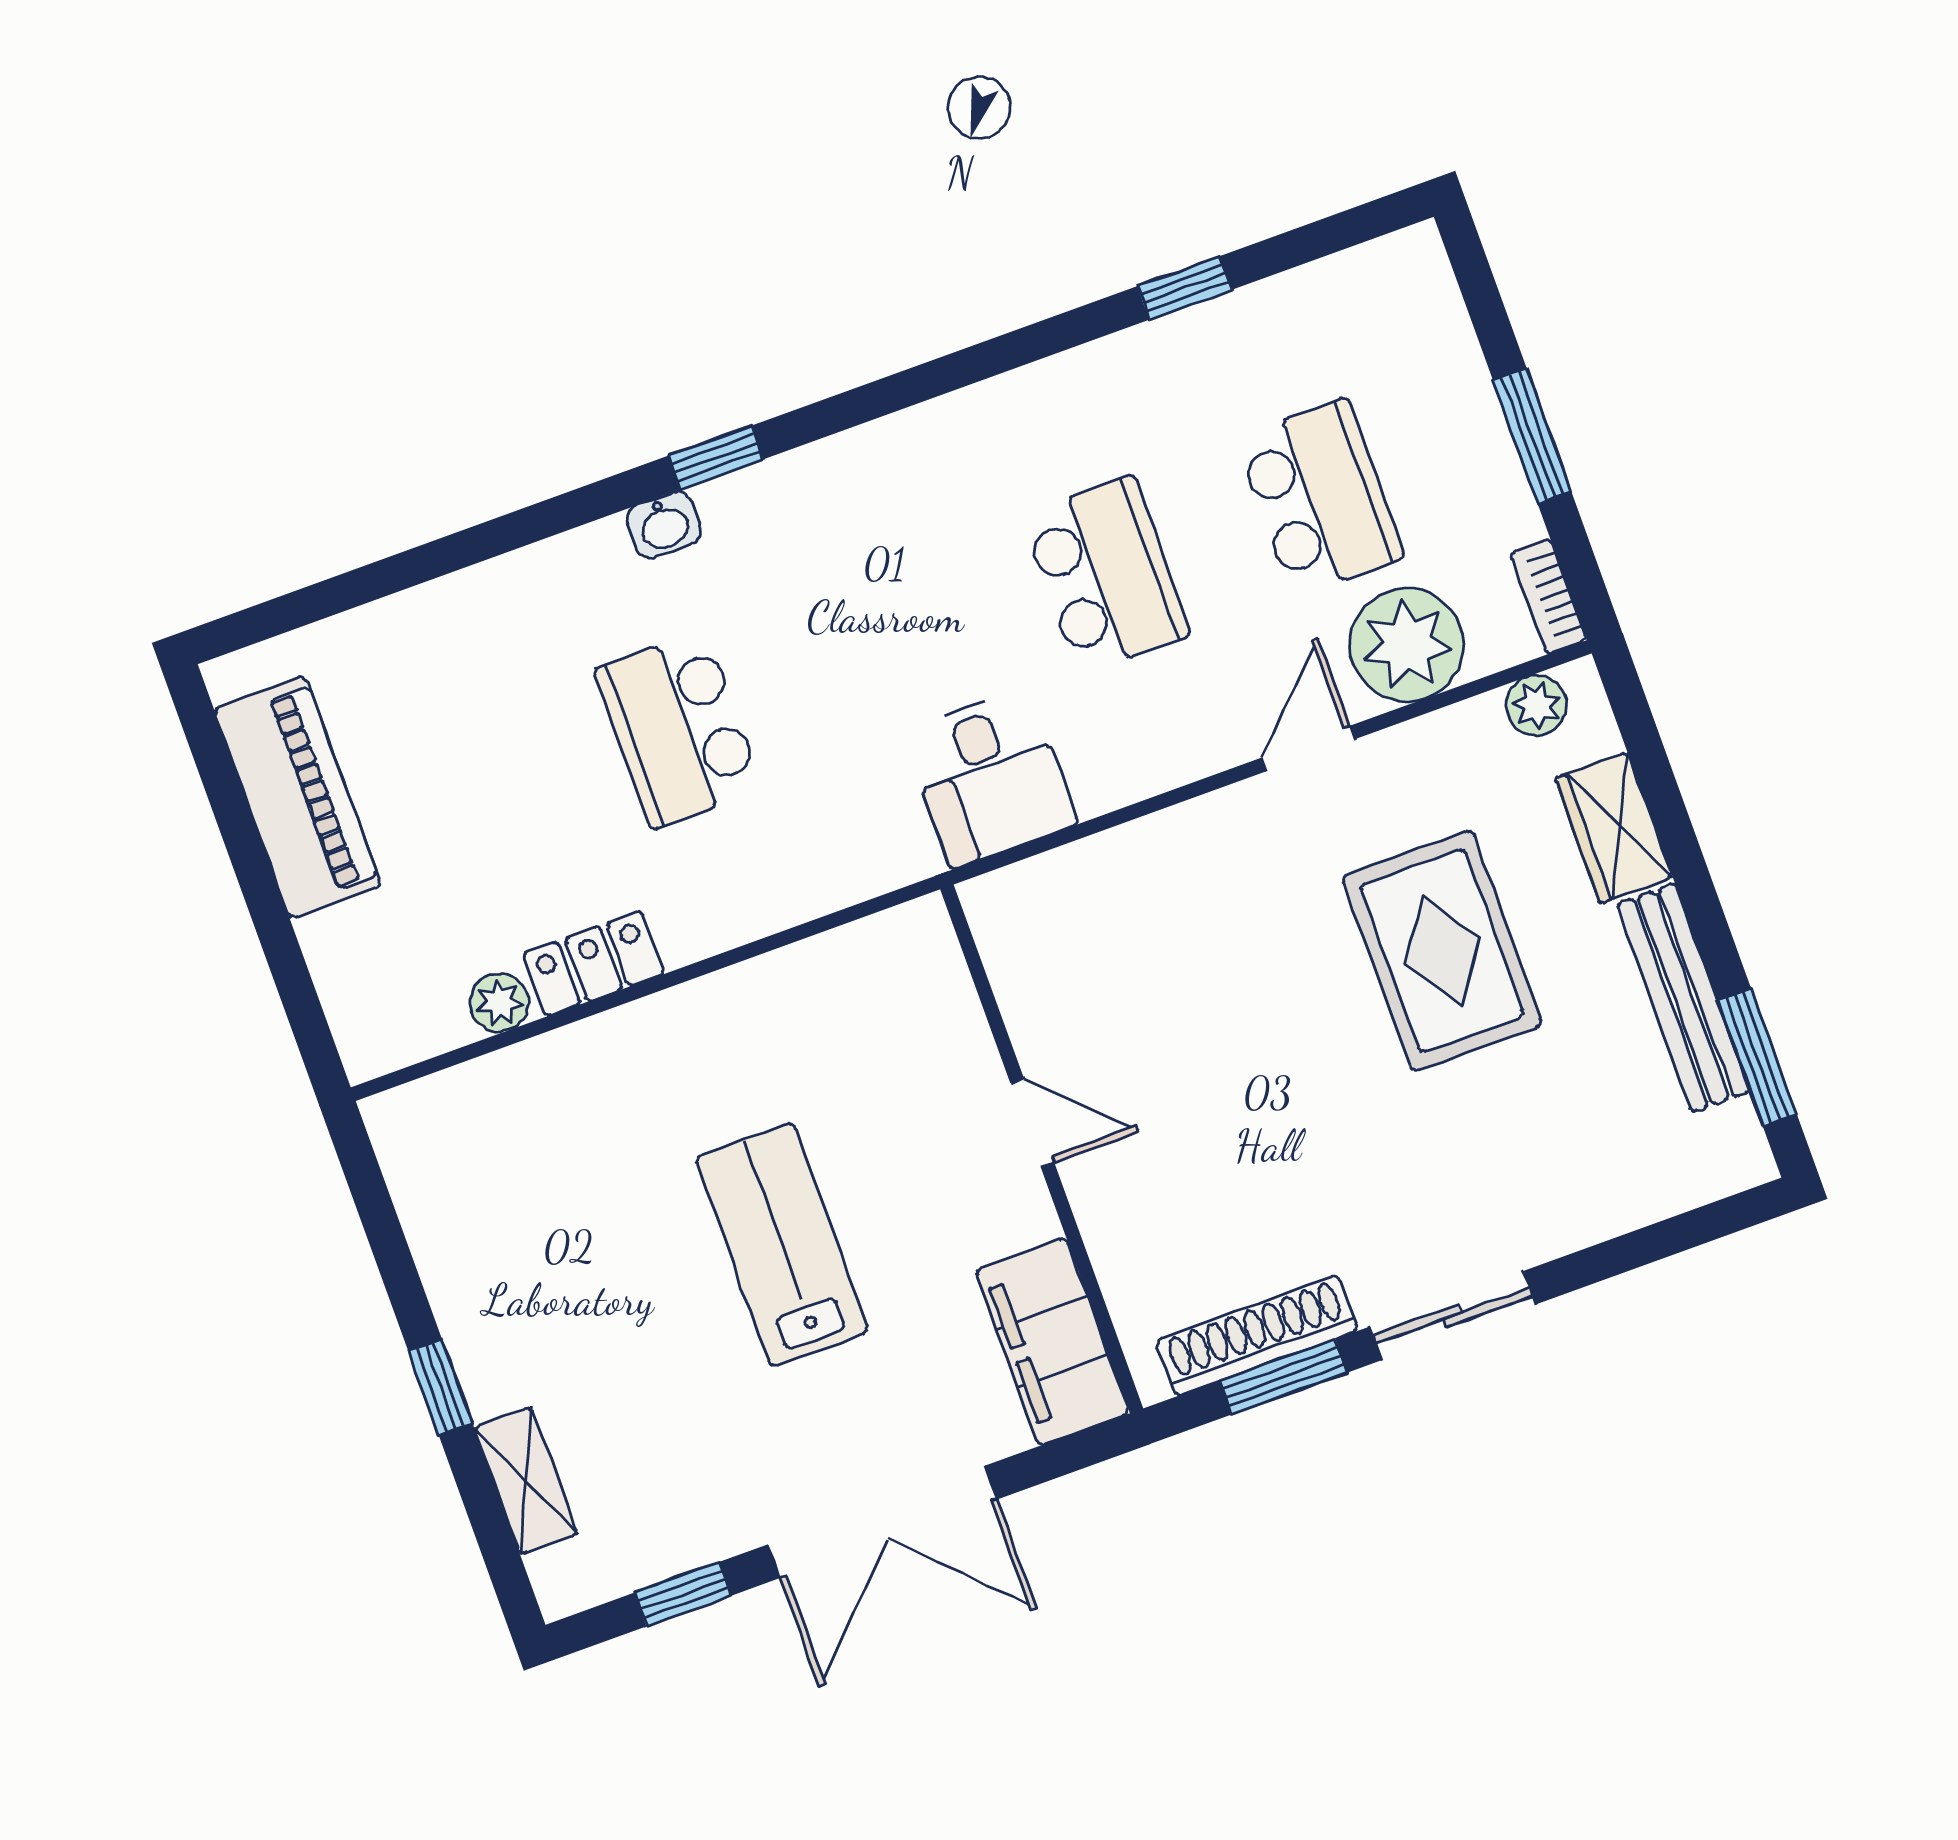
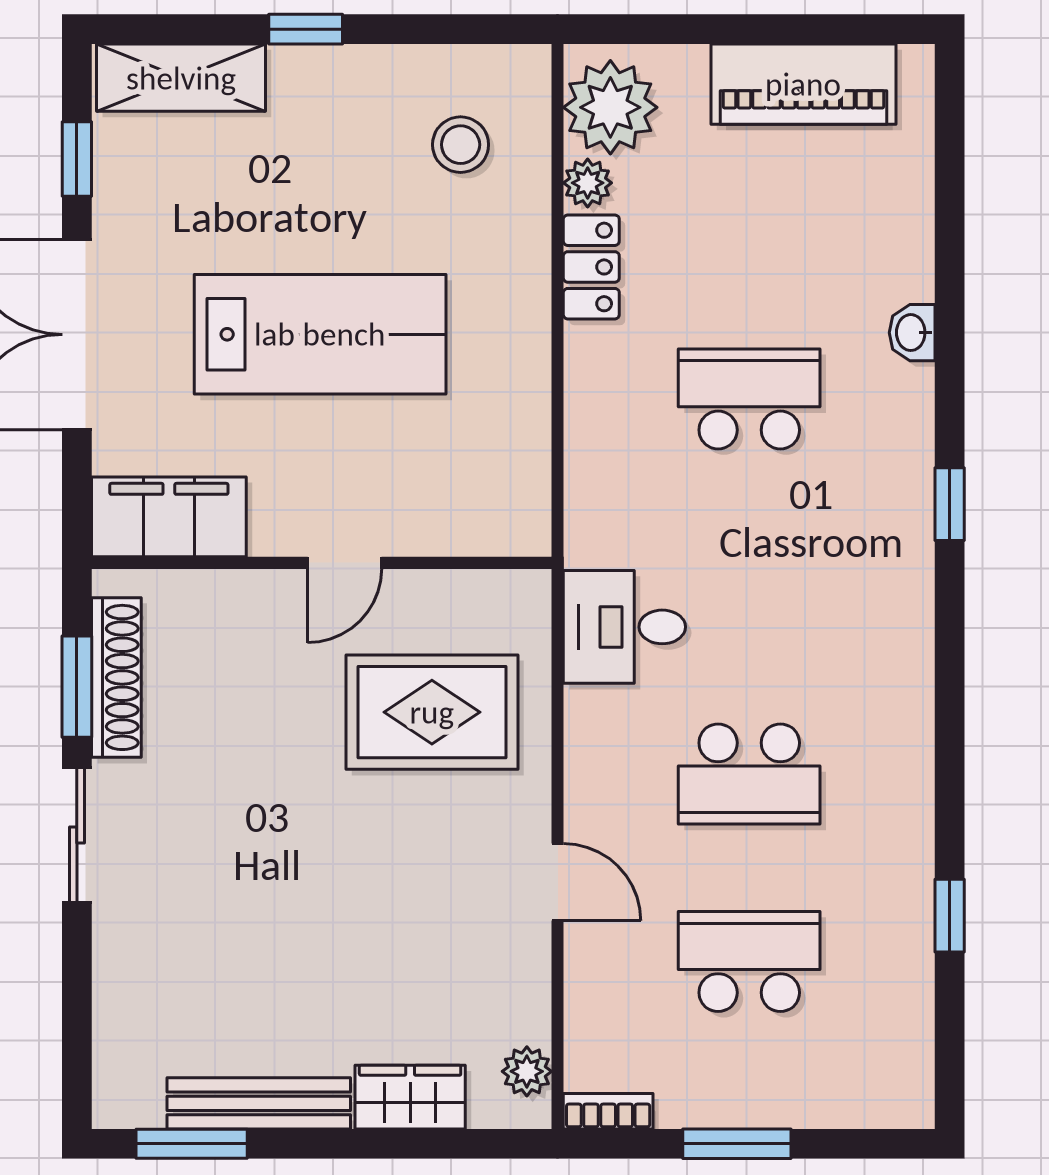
school desk: (1320, 497) -> (749, 962), turned 180
washbasin: (664, 525) -> (912, 333), moved
plant: (1407, 645) -> (610, 107), moved
rug: (1442, 951) -> (432, 712), moved
stool: (508, 1163) -> (461, 145), added
lab bench: (782, 1245) -> (320, 334), width x1.36, depth x1.39
shelving: (526, 1481) -> (181, 78), width x1.50, depth x1.33

